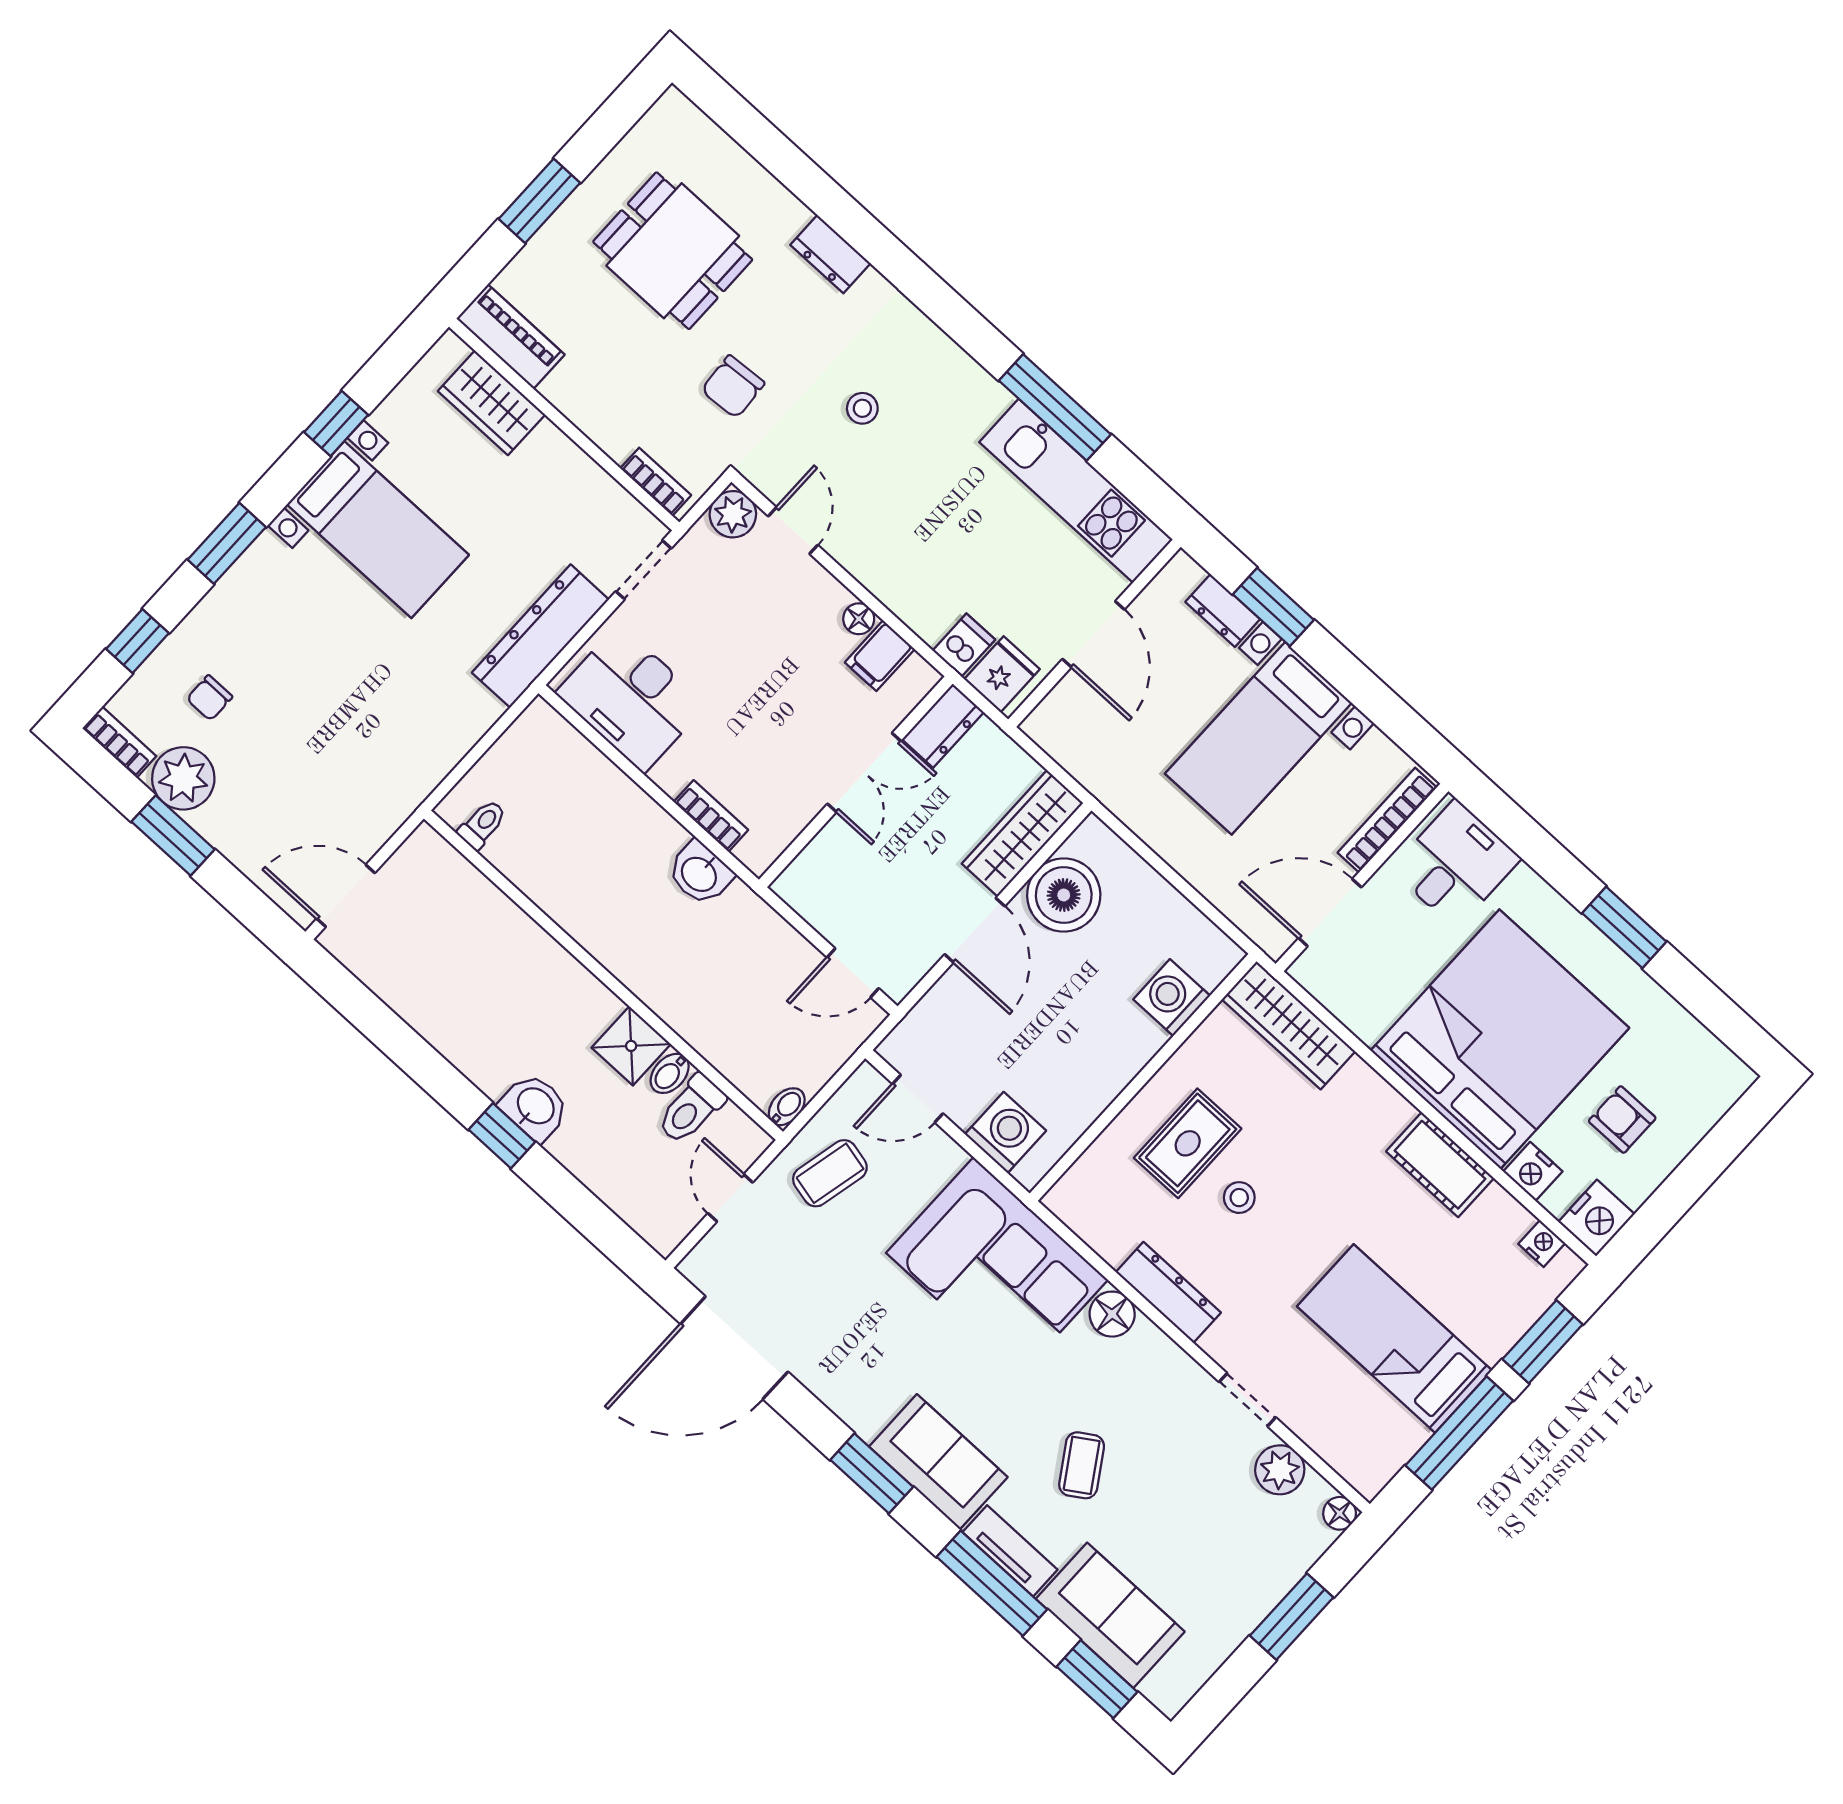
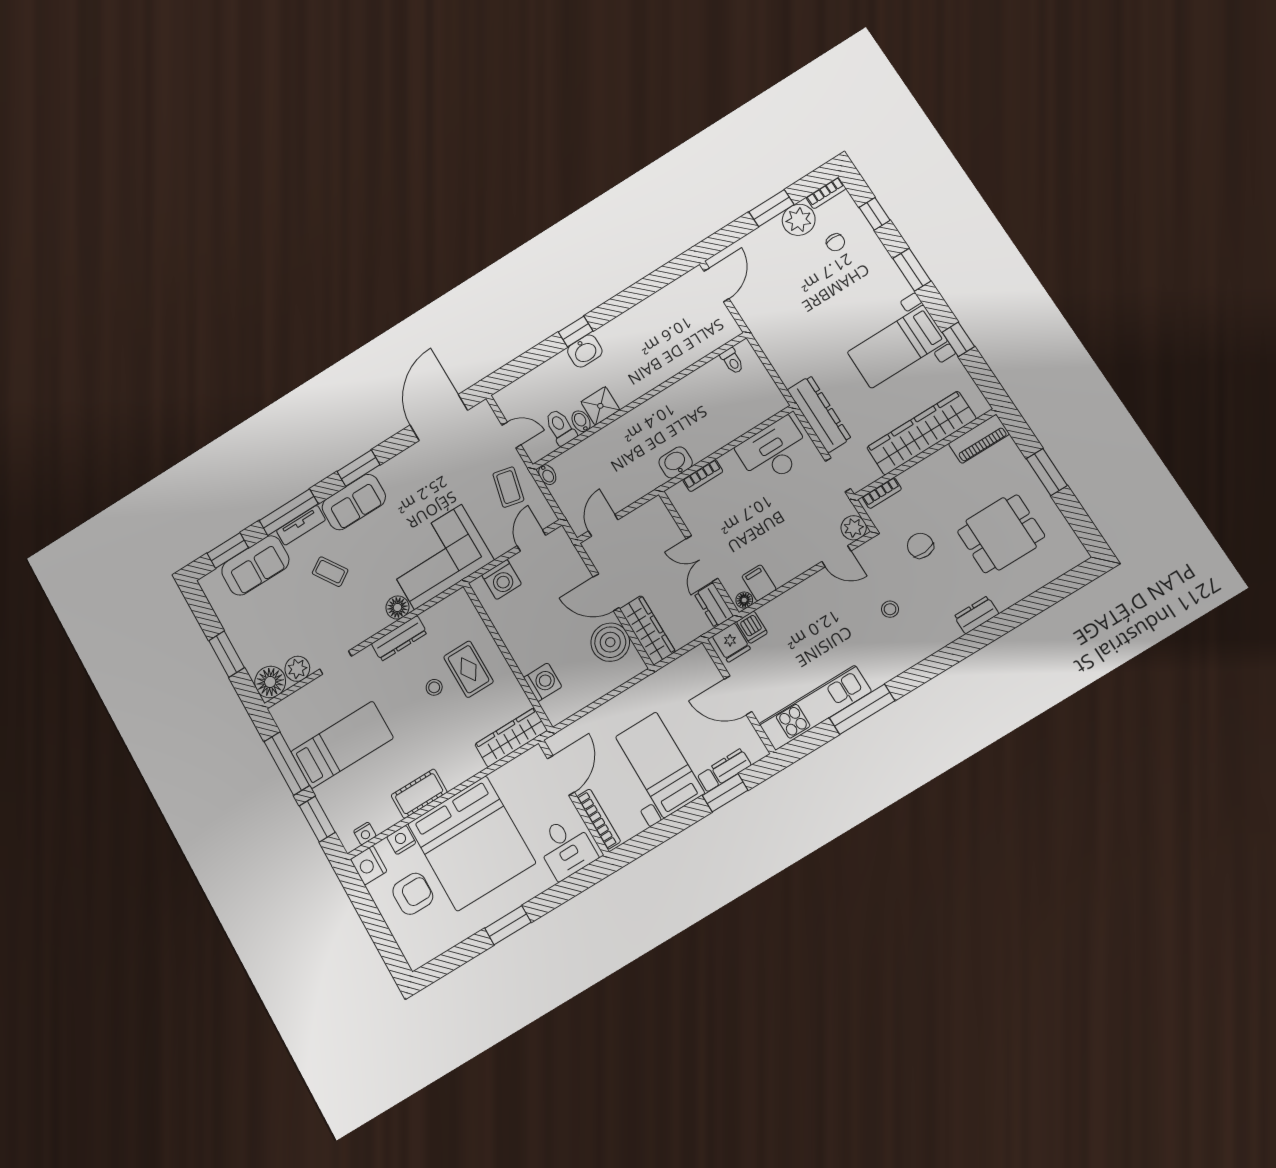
wardrobe: (491, 403) -> (921, 433), width x2.10, depth x1.17
floor lamp: (859, 619) -> (744, 600), moved
chair: (209, 698) -> (835, 242), turned 180
armchair: (1622, 1119) -> (413, 894), width x1.38, depth x1.38
floor lamp: (1340, 1513) -> (270, 682), width x1.89, depth x1.89

